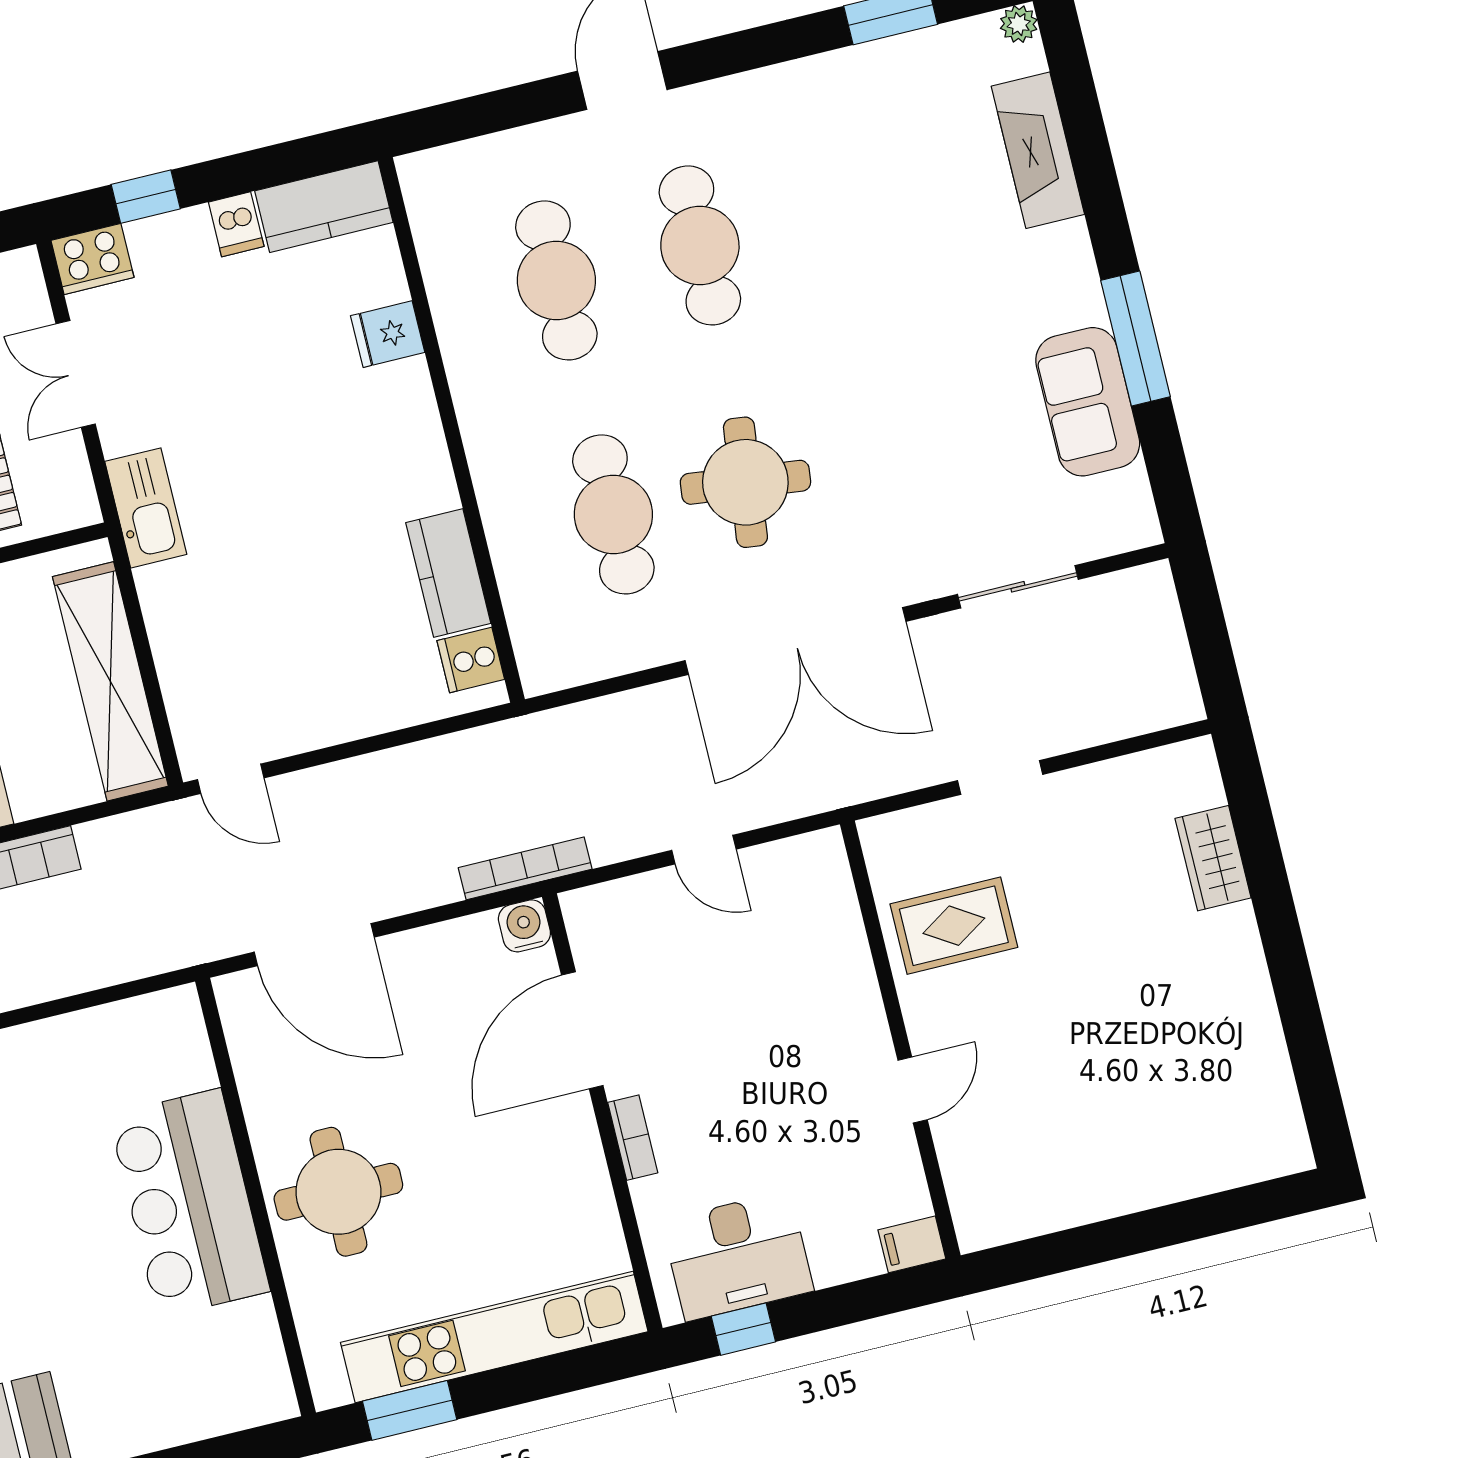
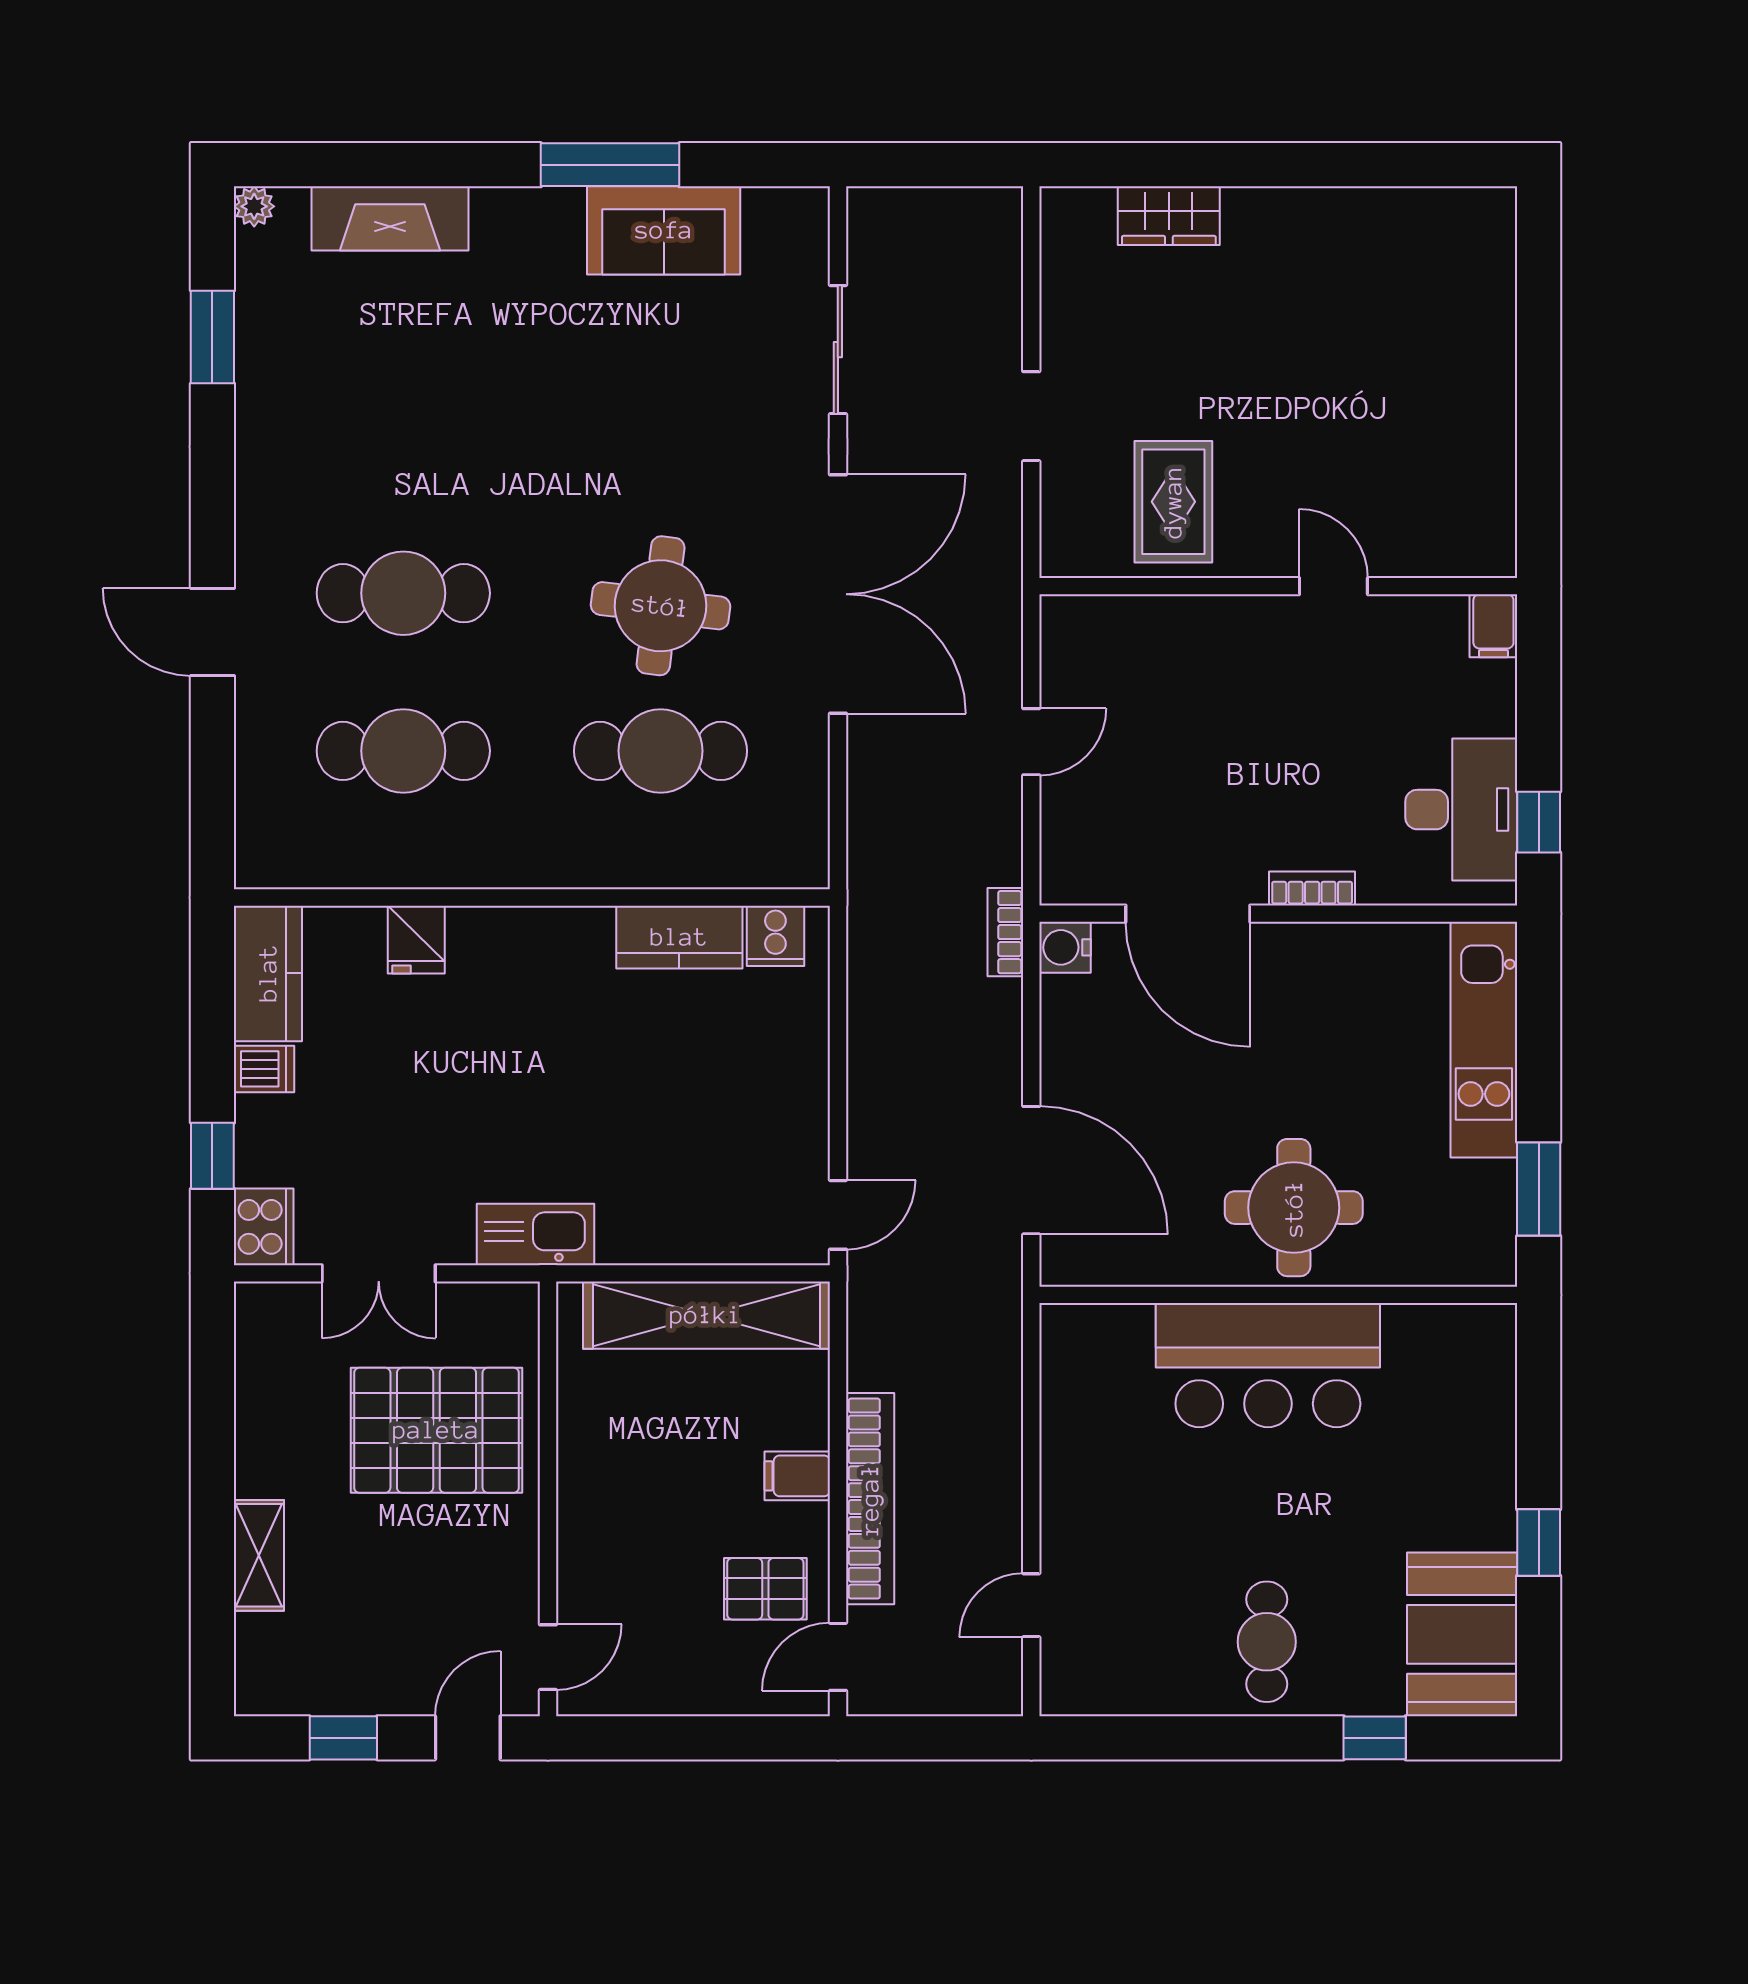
bookcase: (525, 868) -> (1005, 932), width x0.64
door: (314, 945) -> (1031, 1170), hinge flipped
kitchen unit: (494, 1337) -> (1484, 1040), width x0.73

